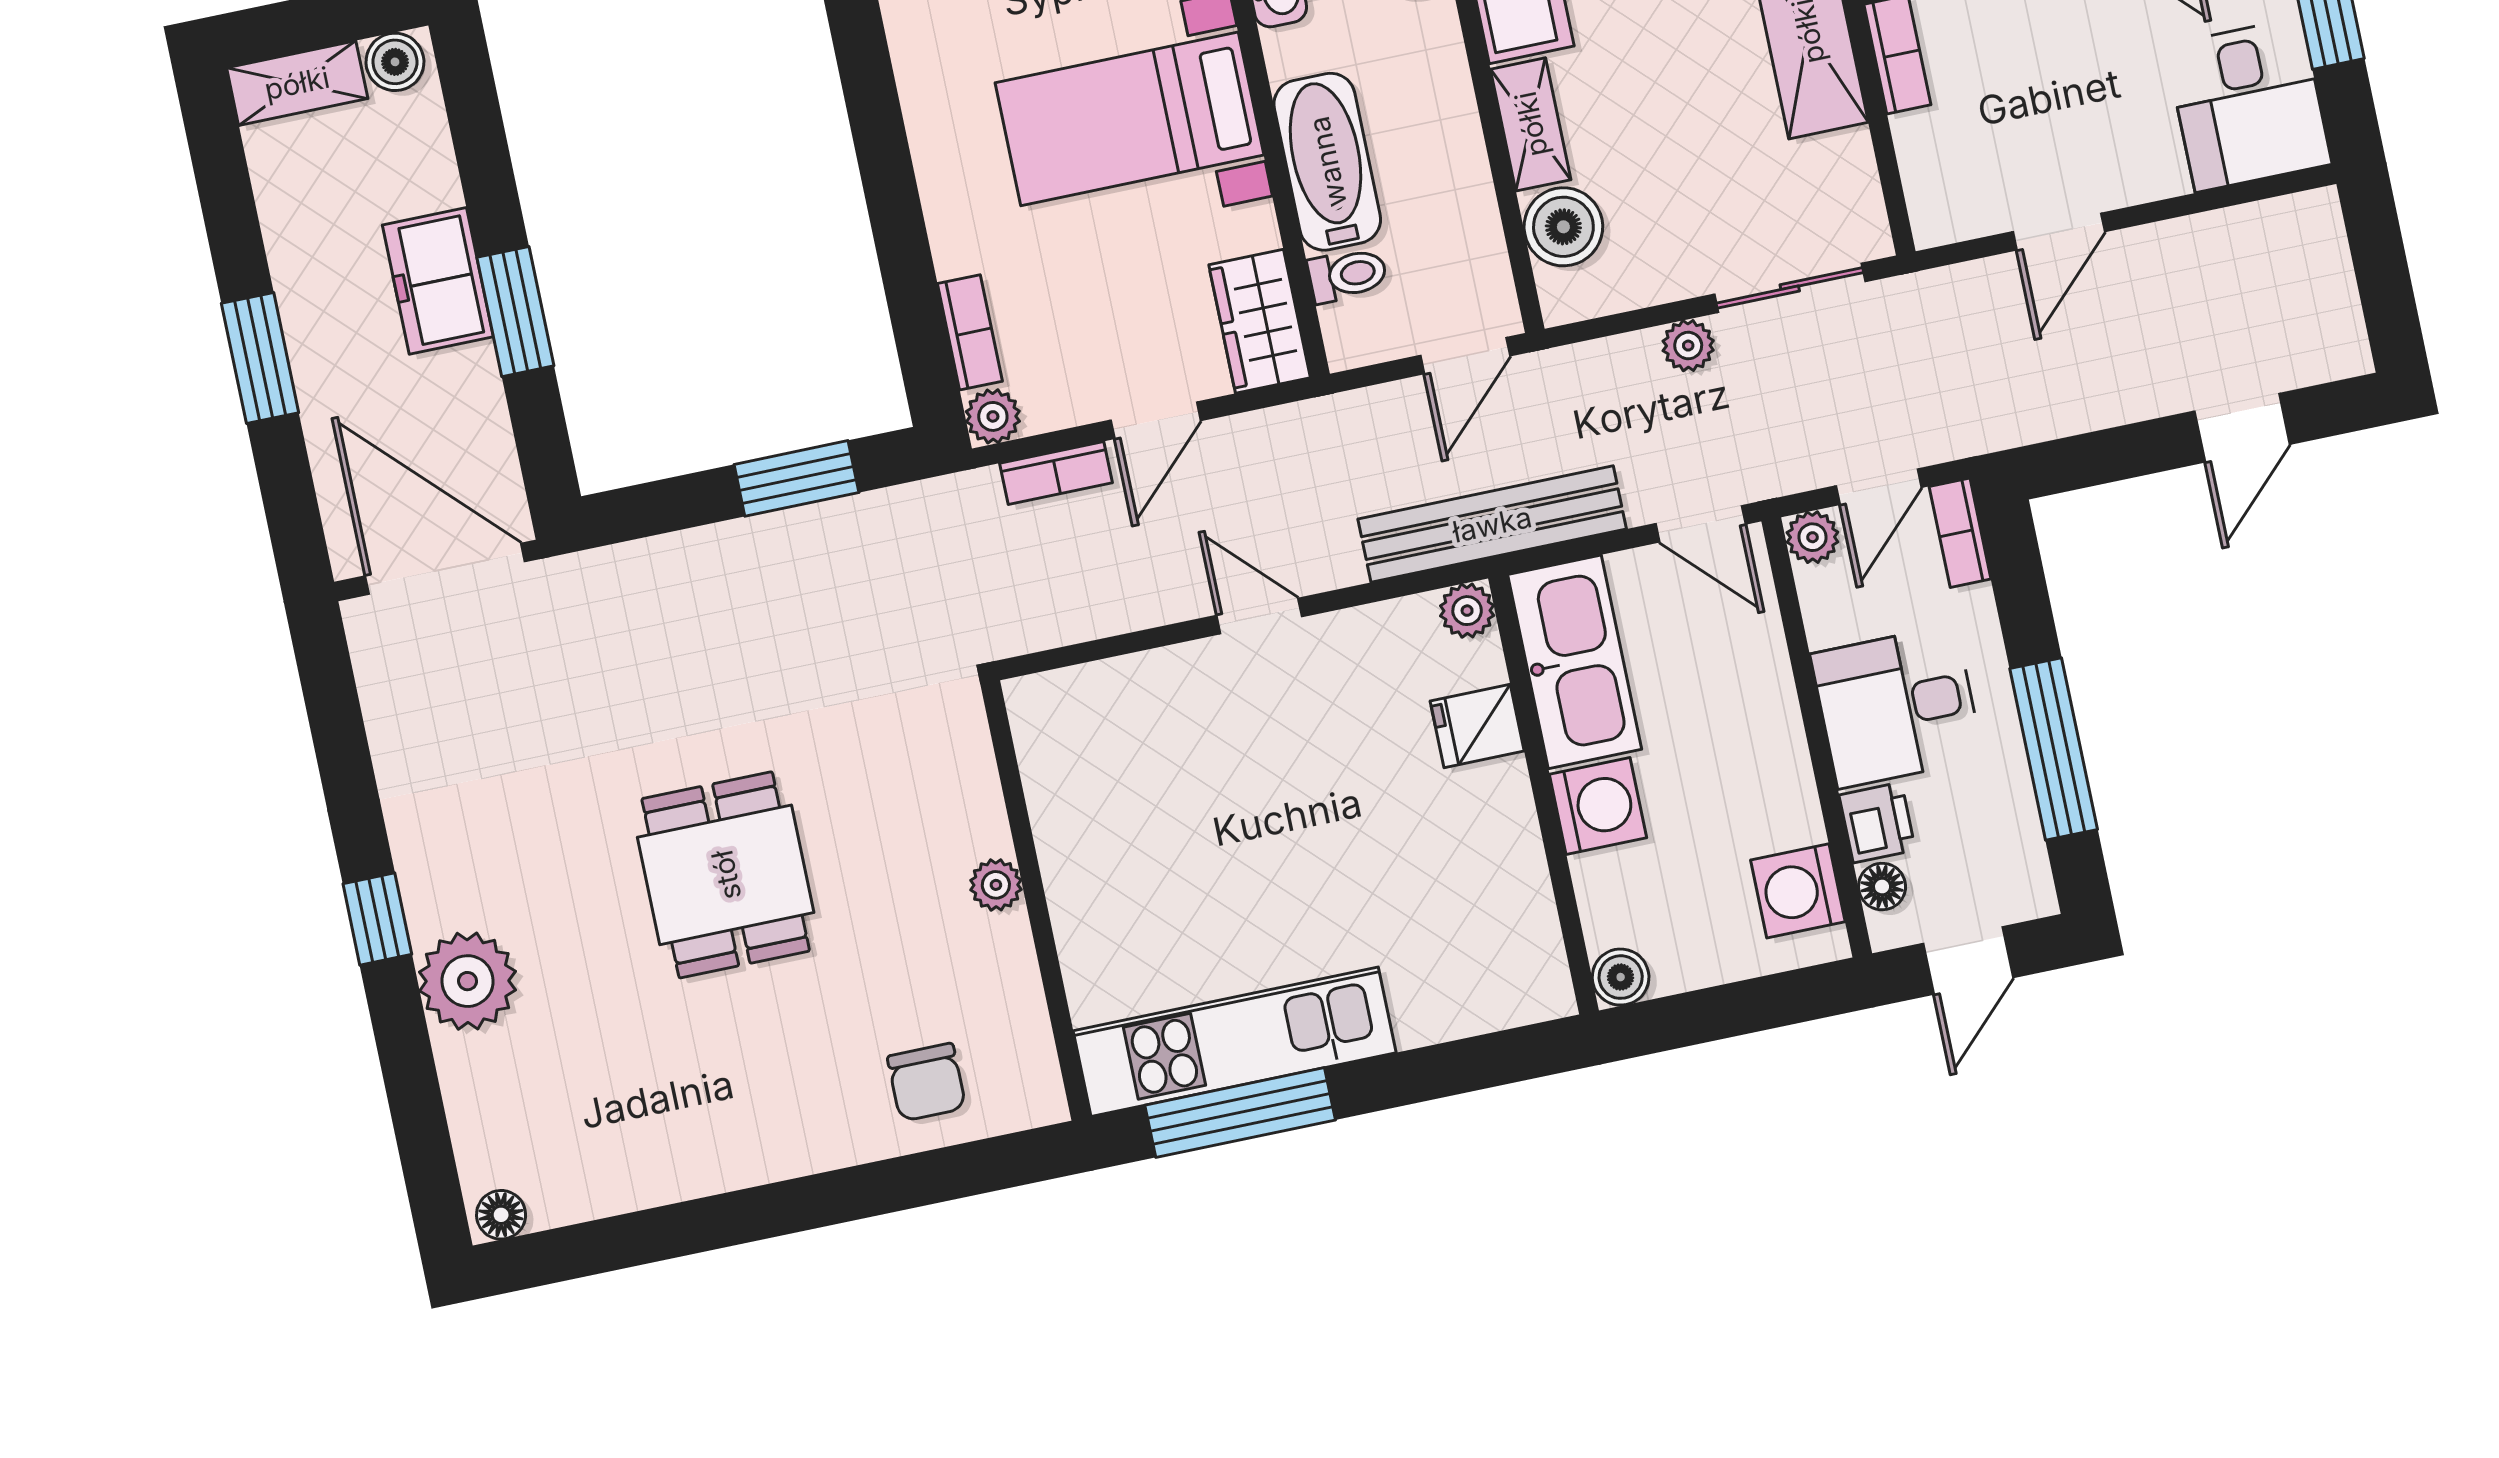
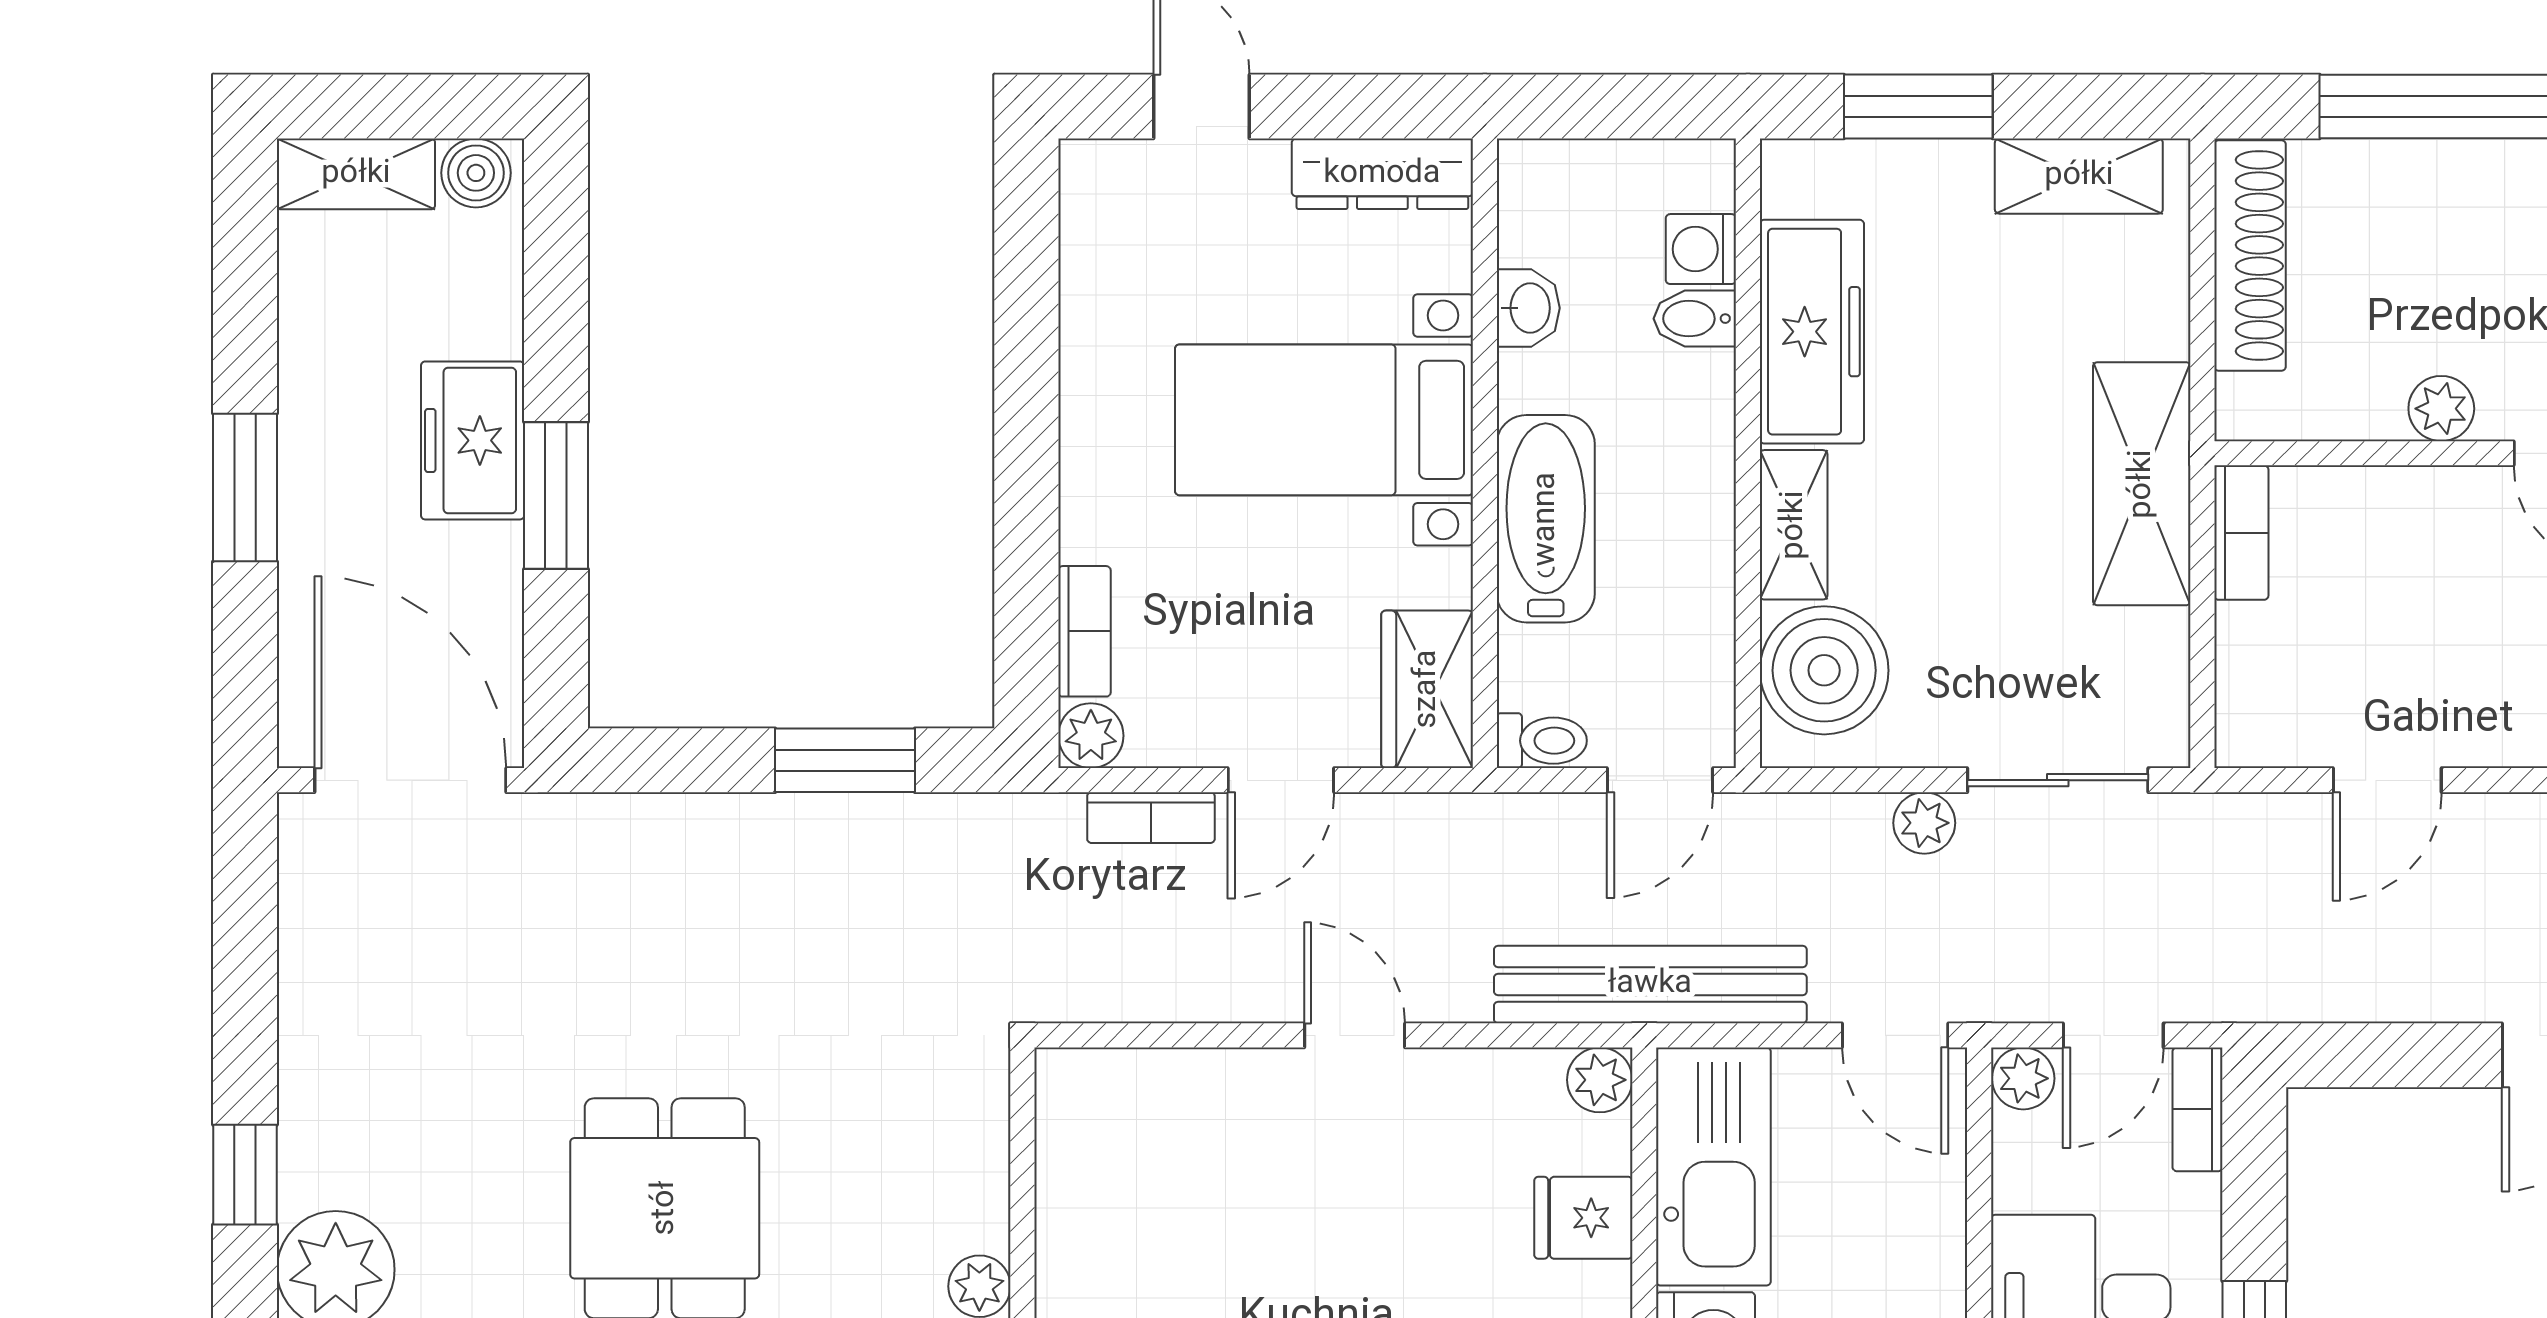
boiler: (1563, 227) -> (1824, 670), width x1.37, depth x1.37
toilet: (1348, 275) -> (1542, 741), moved

